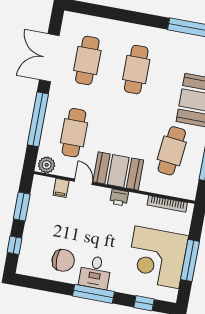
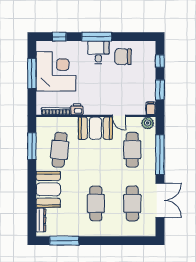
filing cabinet: (61, 188) -> (151, 108), moved
printer: (119, 197) -> (77, 109), moved

